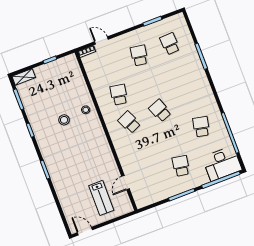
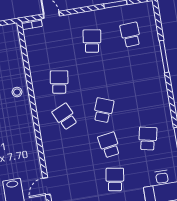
school desk: (160, 111) -> (103, 110), turned 42
school desk: (170, 138) -> (109, 145), added

